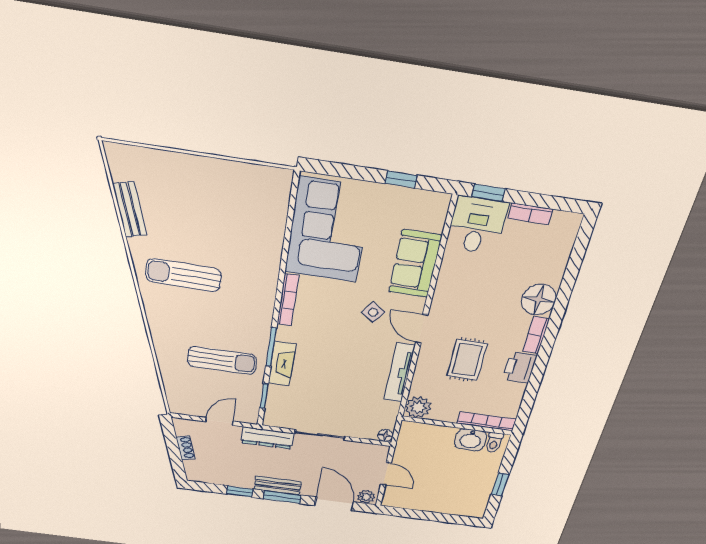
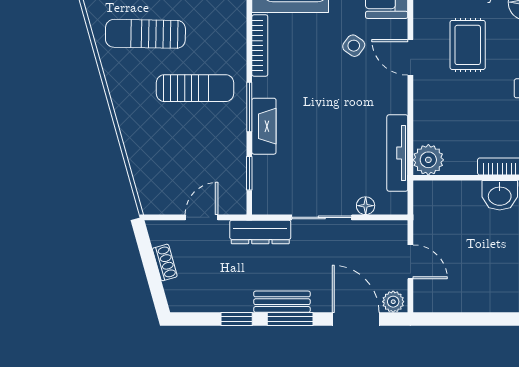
sun lounger: (222, 360) -> (195, 88), moved
rug: (467, 360) -> (468, 45), moved
tv unit: (399, 373) -> (397, 153), moved
floor lamp: (385, 436) -> (366, 206), moved

